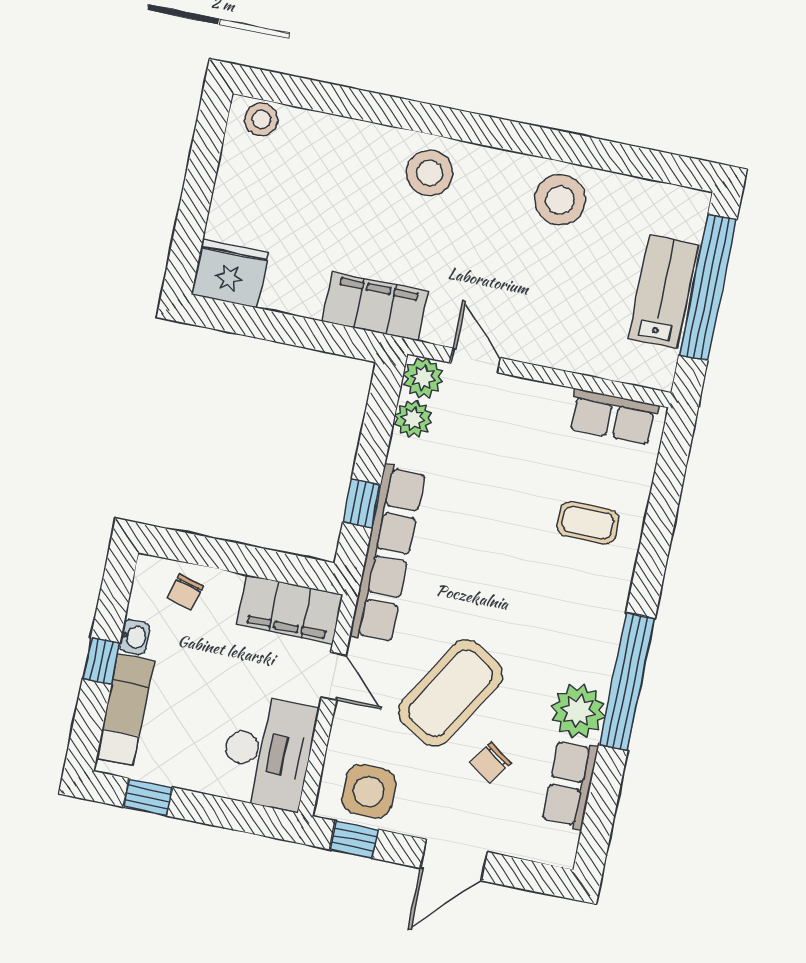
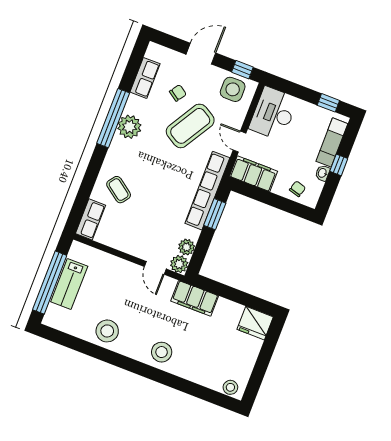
row of seats: (613, 417) -> (90, 219), moved, turned 90
window: (362, 504) -> (215, 214), width x1.50
coffee table: (588, 523) -> (119, 190), turned 36
plant: (578, 711) -> (129, 127), moved

